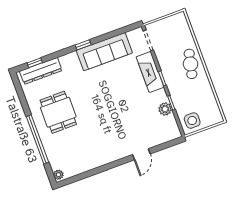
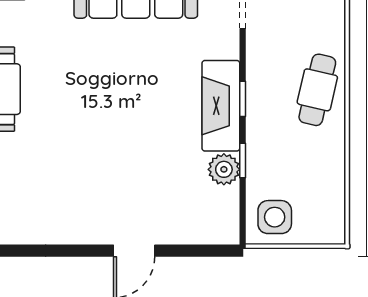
fireplace: (150, 72) -> (221, 106), moved

